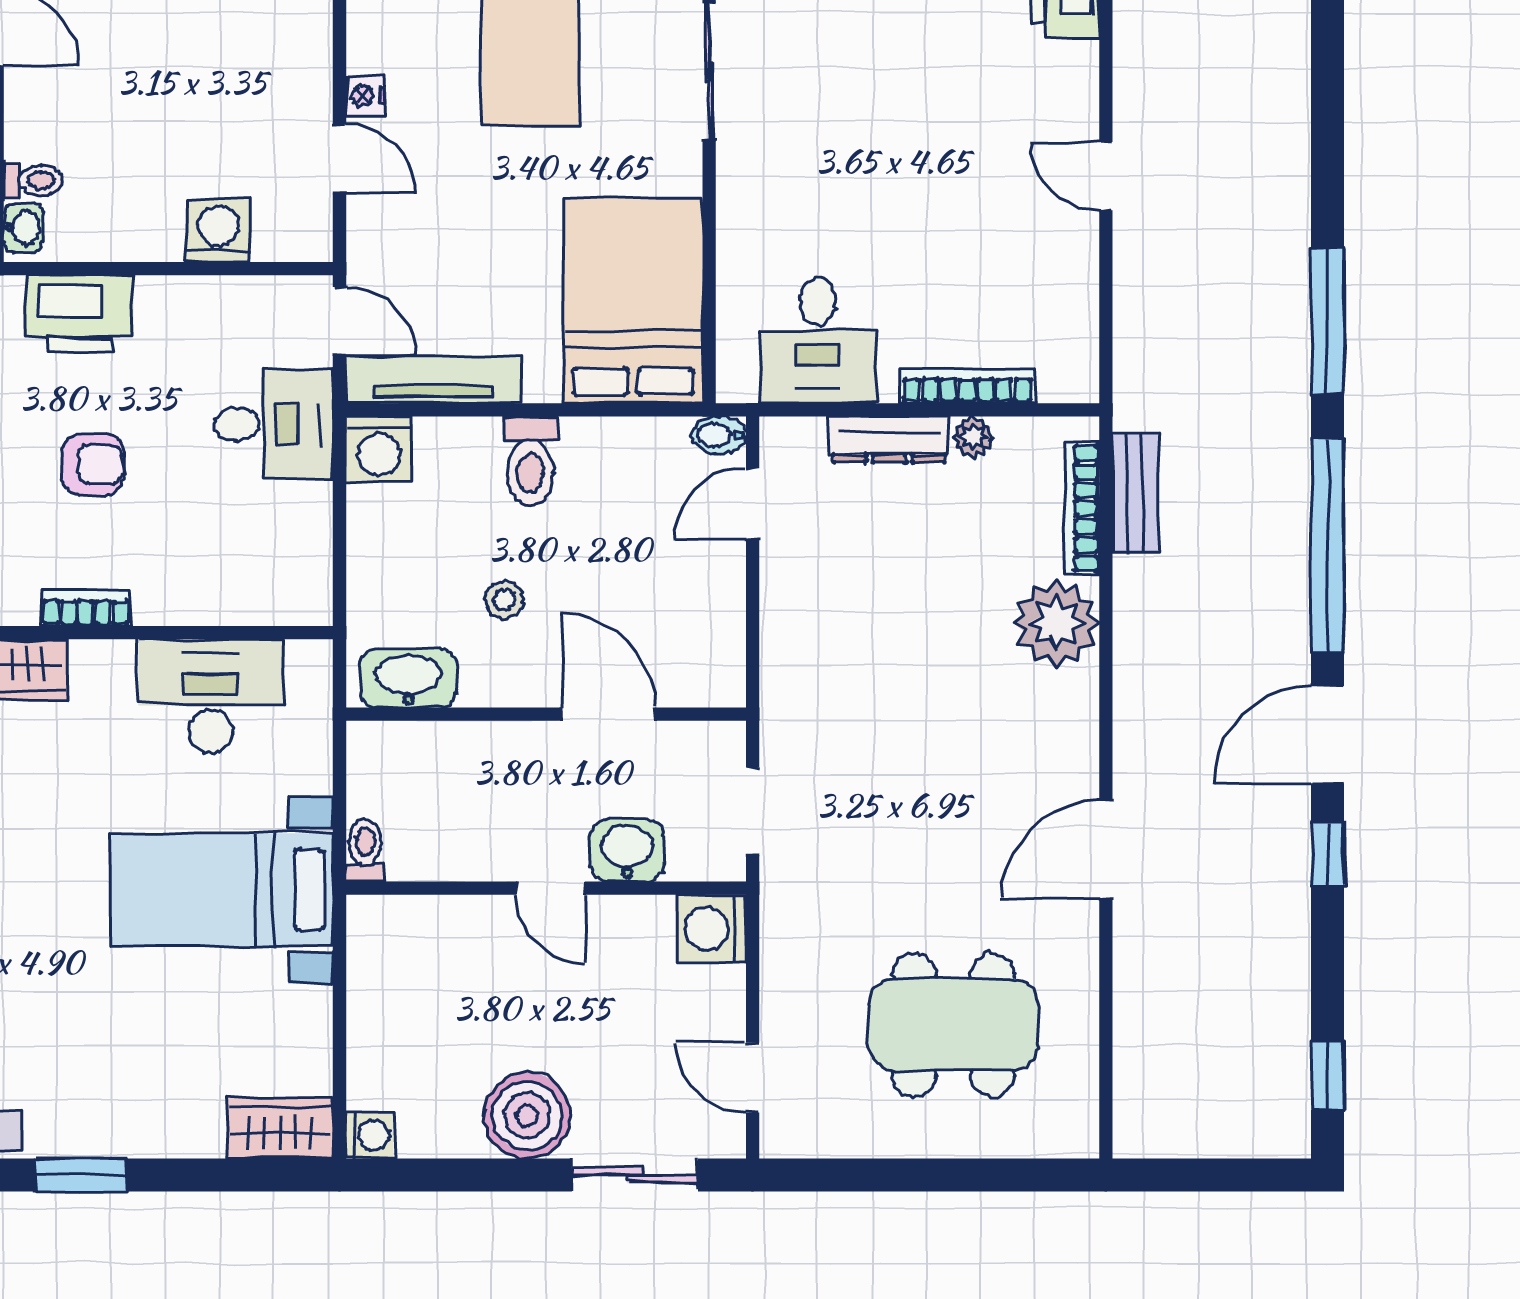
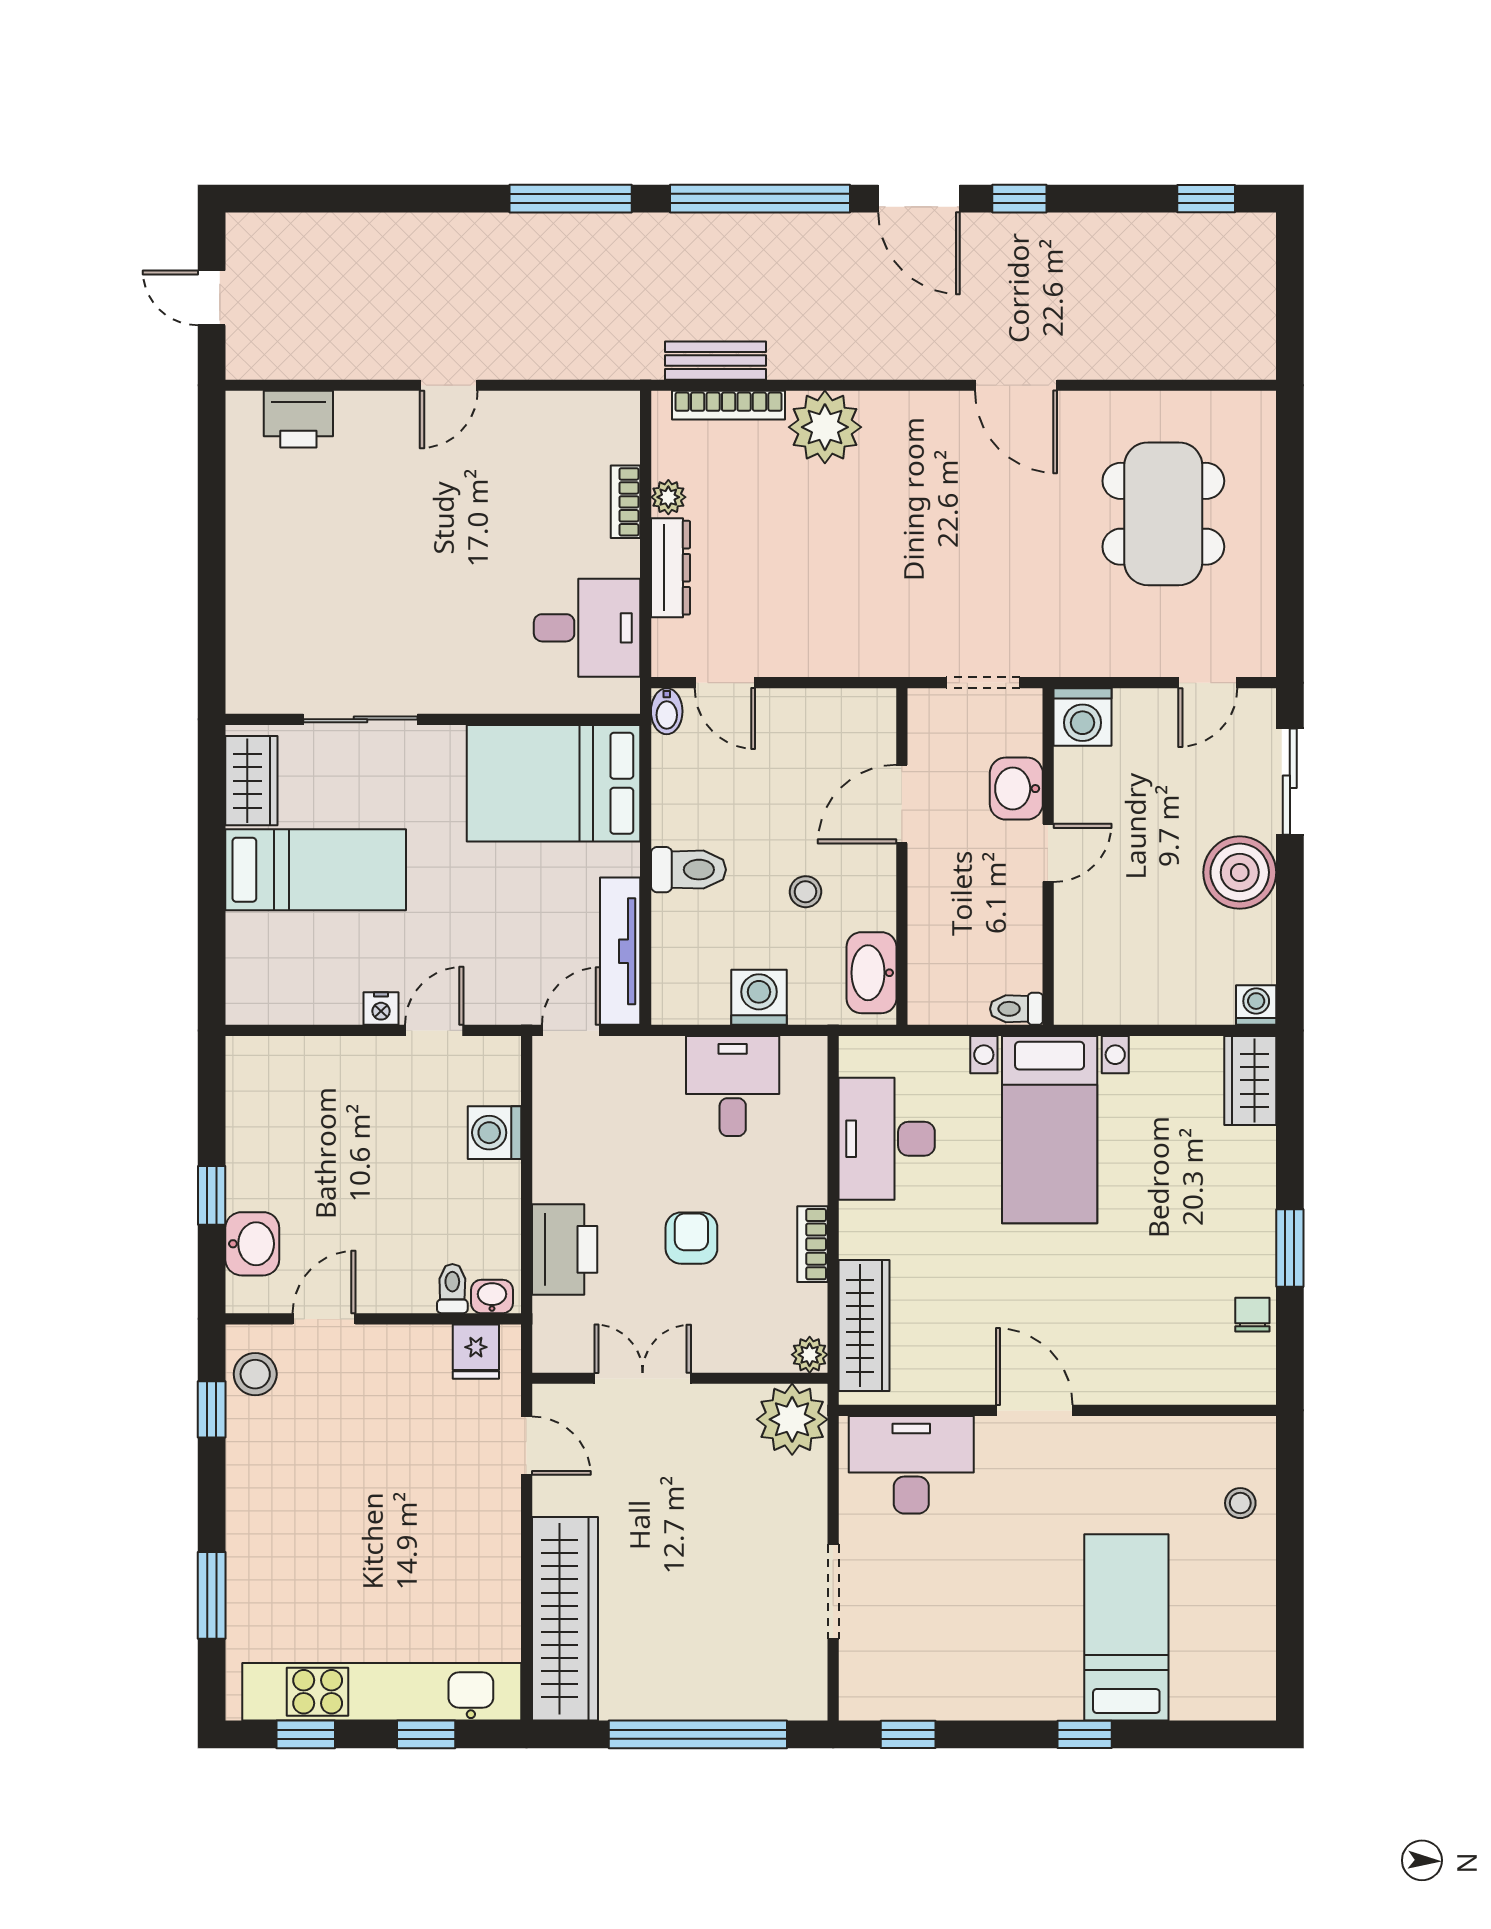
bookcase: (967, 386) -> (625, 502), width x0.64
desk: (273, 424) -> (733, 1086), moved
washing machine: (379, 449) -> (759, 997), moved, turned -90

